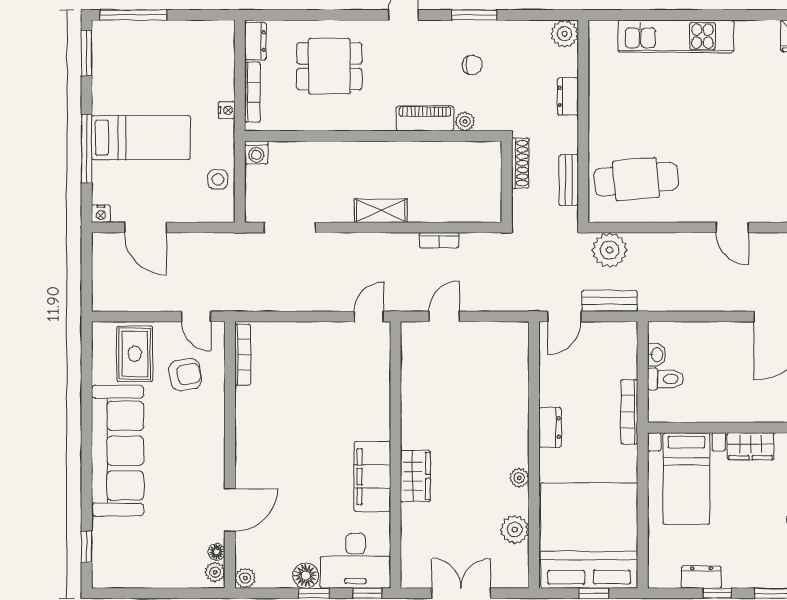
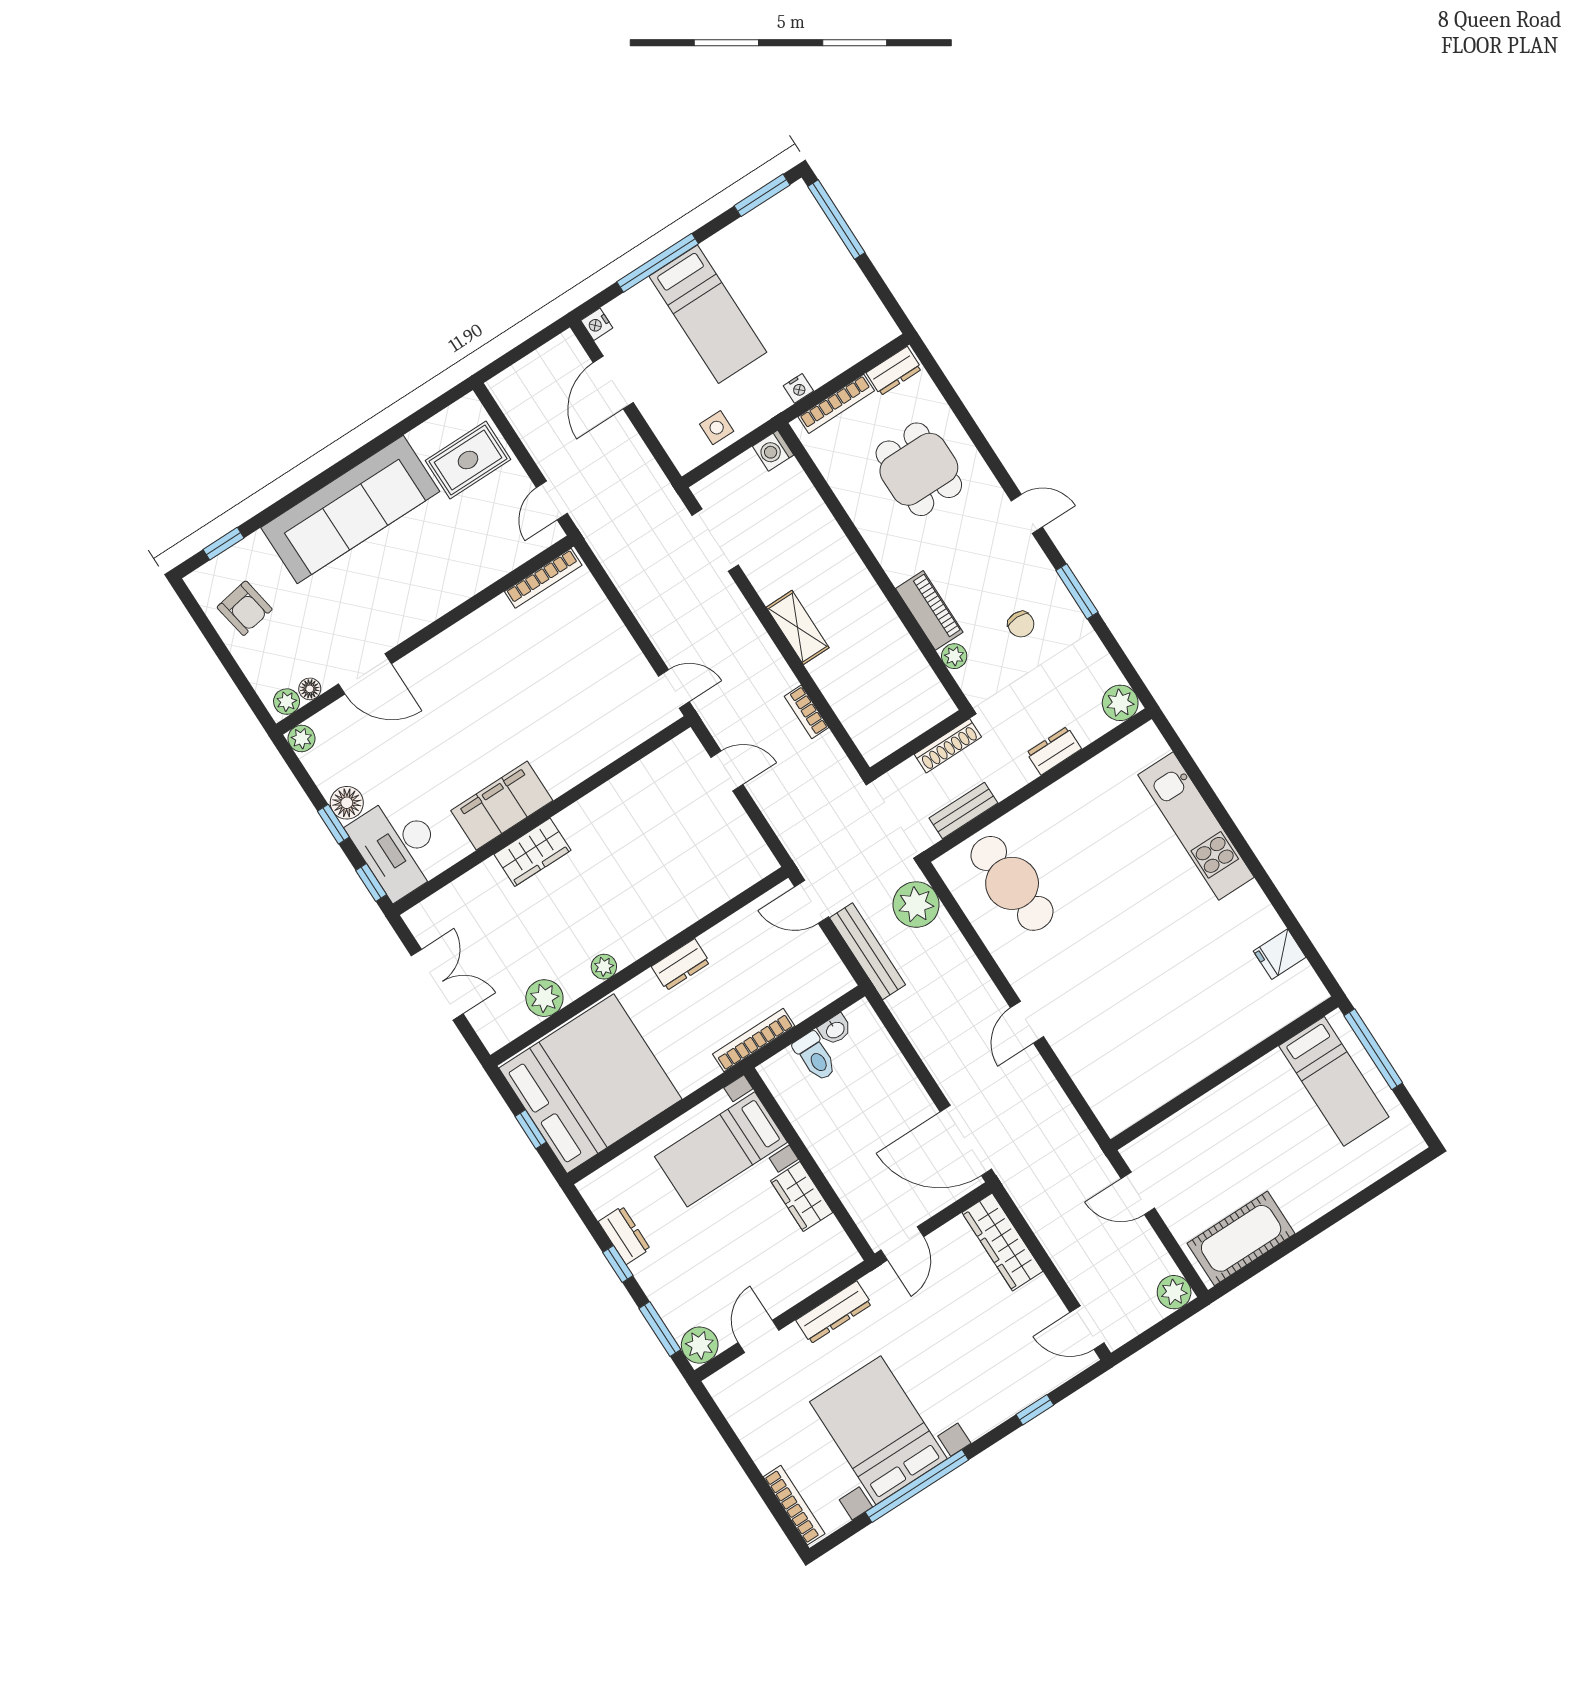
bench: (609, 301) -> (868, 951), width x1.36
armchair: (185, 375) -> (245, 608), moved

